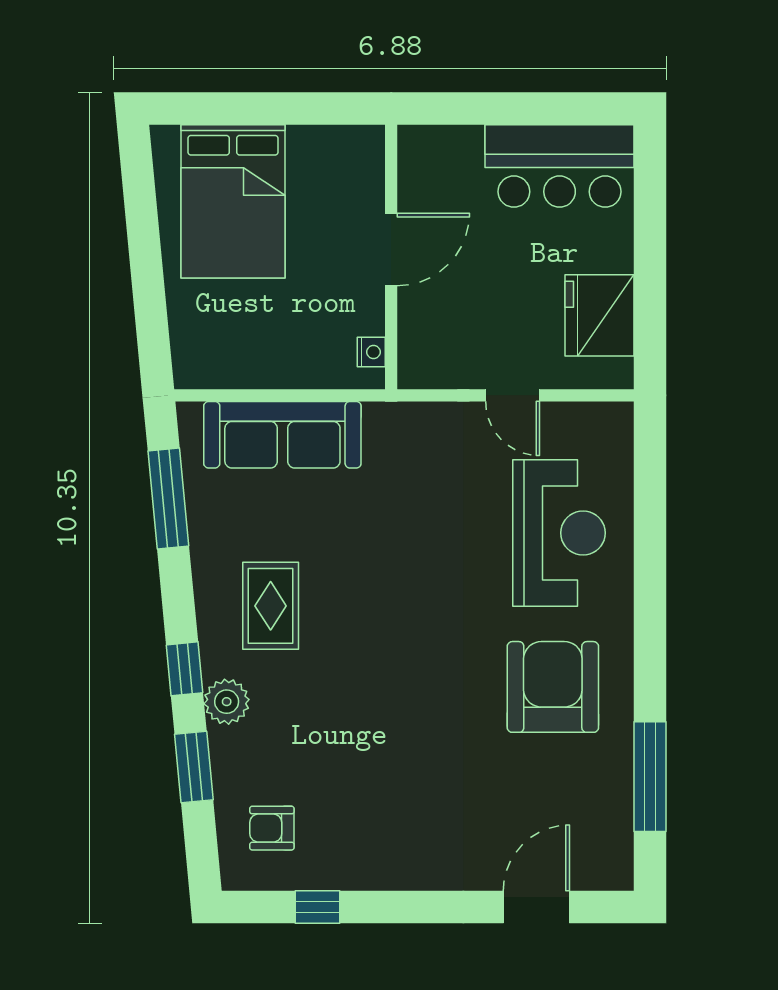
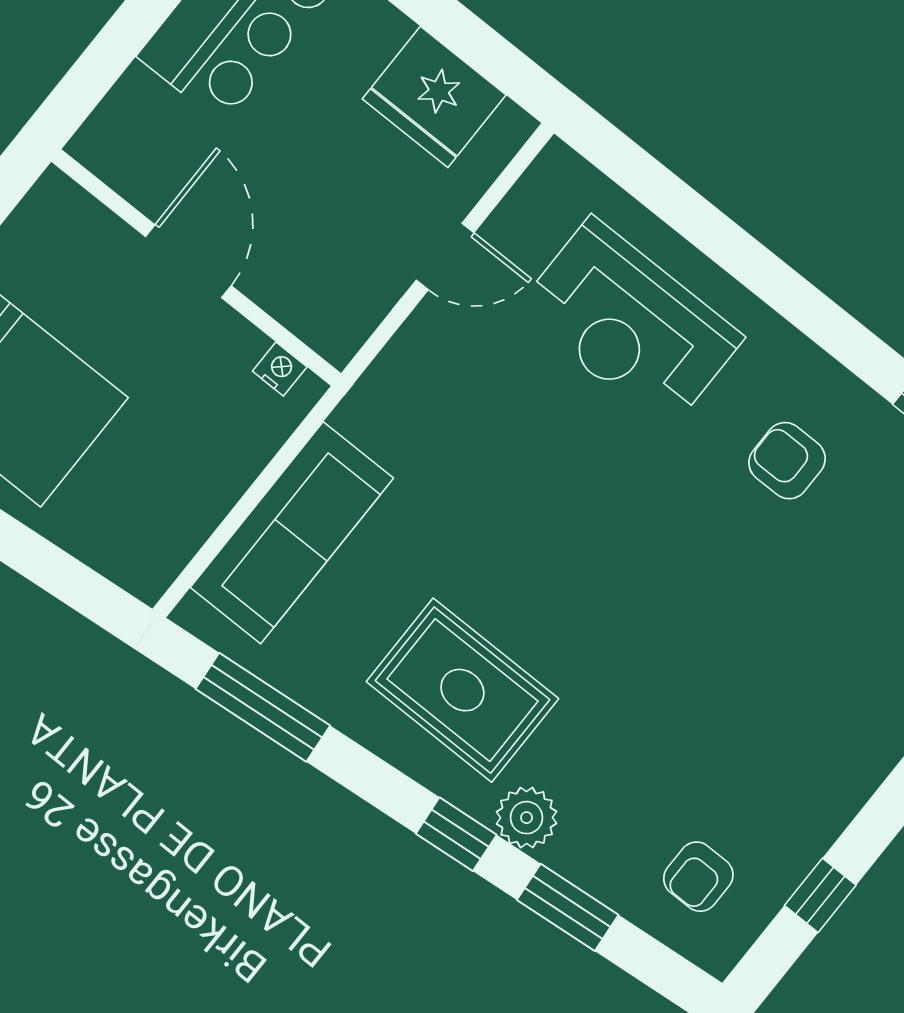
reception desk: (559, 533) -> (630, 324), turned 180
rug: (271, 606) -> (462, 690), width x1.36, depth x1.43
armchair: (553, 687) -> (787, 461), width x0.53, depth x0.53

